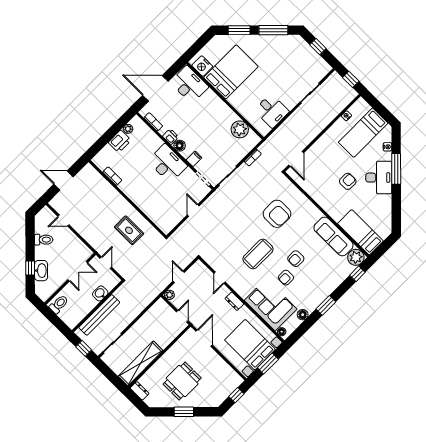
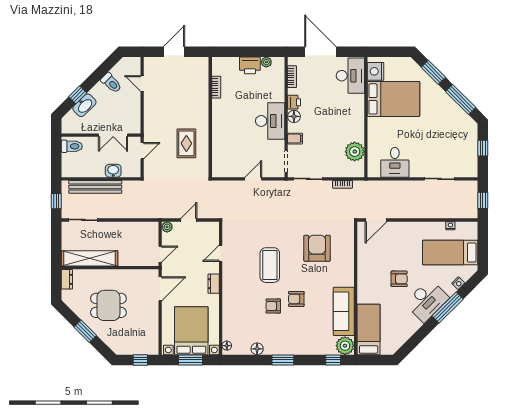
door: (64, 181) -> (174, 52), hinge flipped
armchair: (277, 214) -> (317, 248), turned 180
coffee table: (258, 254) -> (270, 265), turned 90
corner sofa: (271, 305) -> (240, 315), removed

